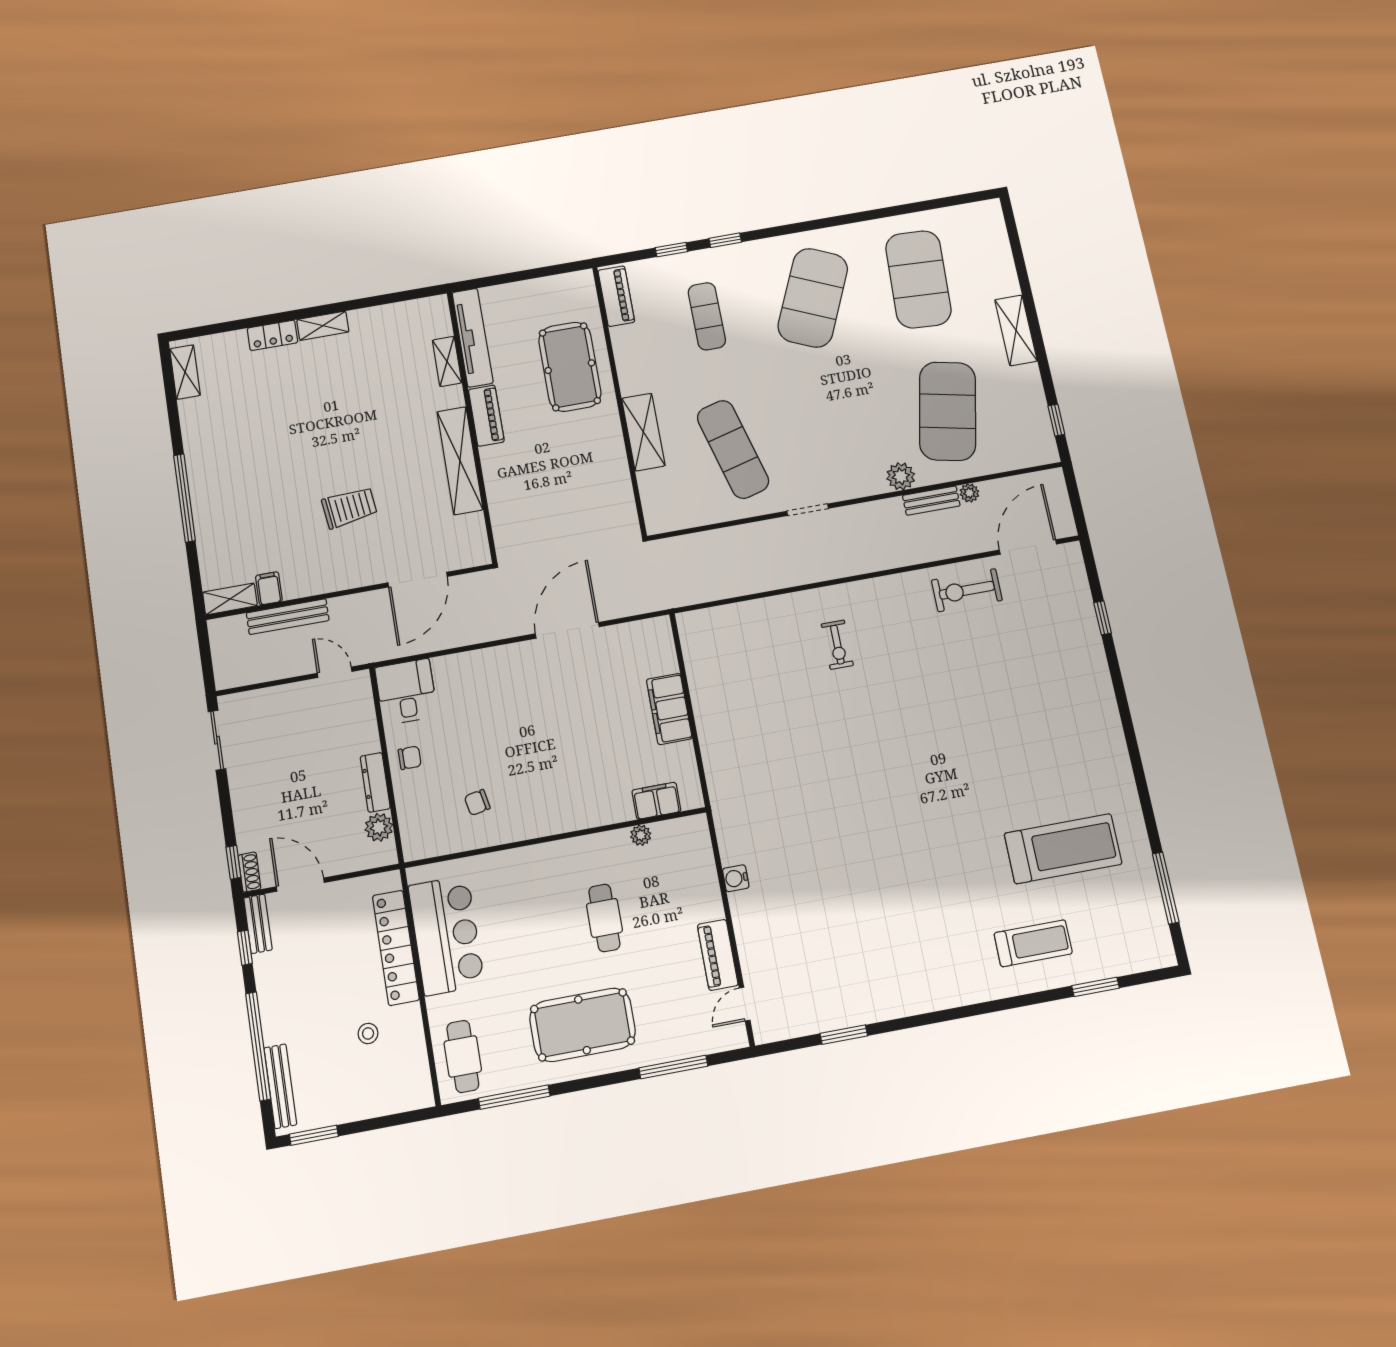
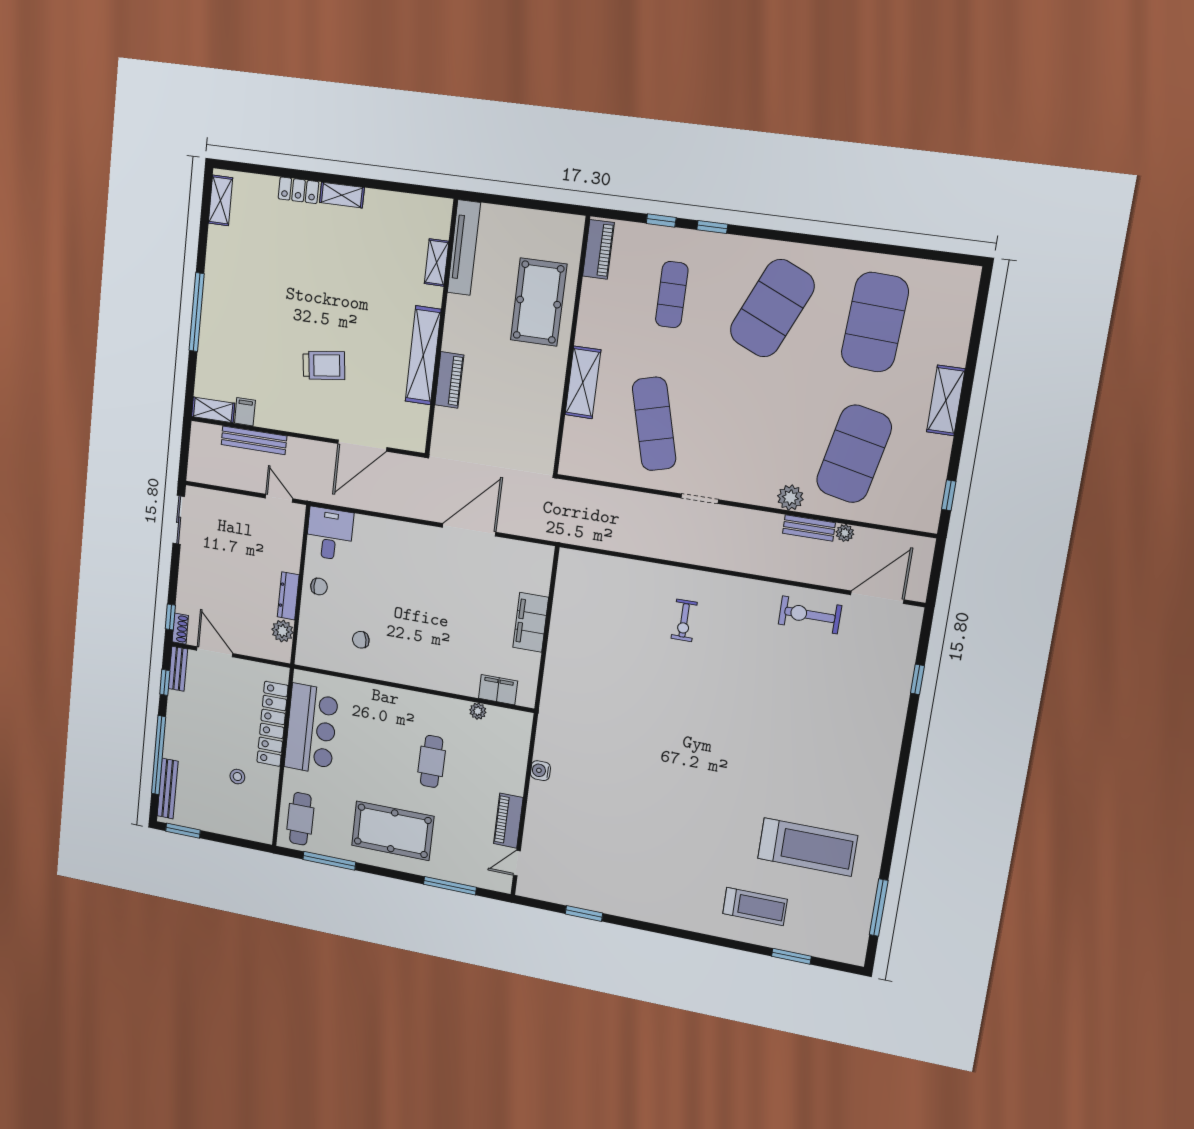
piano: (486, 416) -> (449, 380), moved

